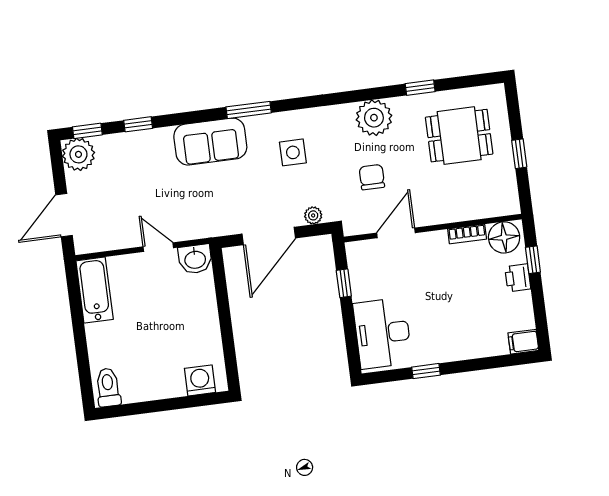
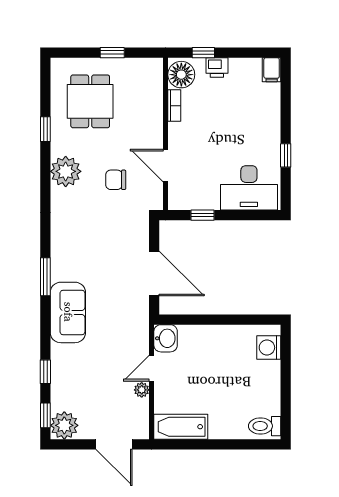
side table: (293, 152) -> (86, 244), removed
plant: (313, 215) -> (142, 390), moved

